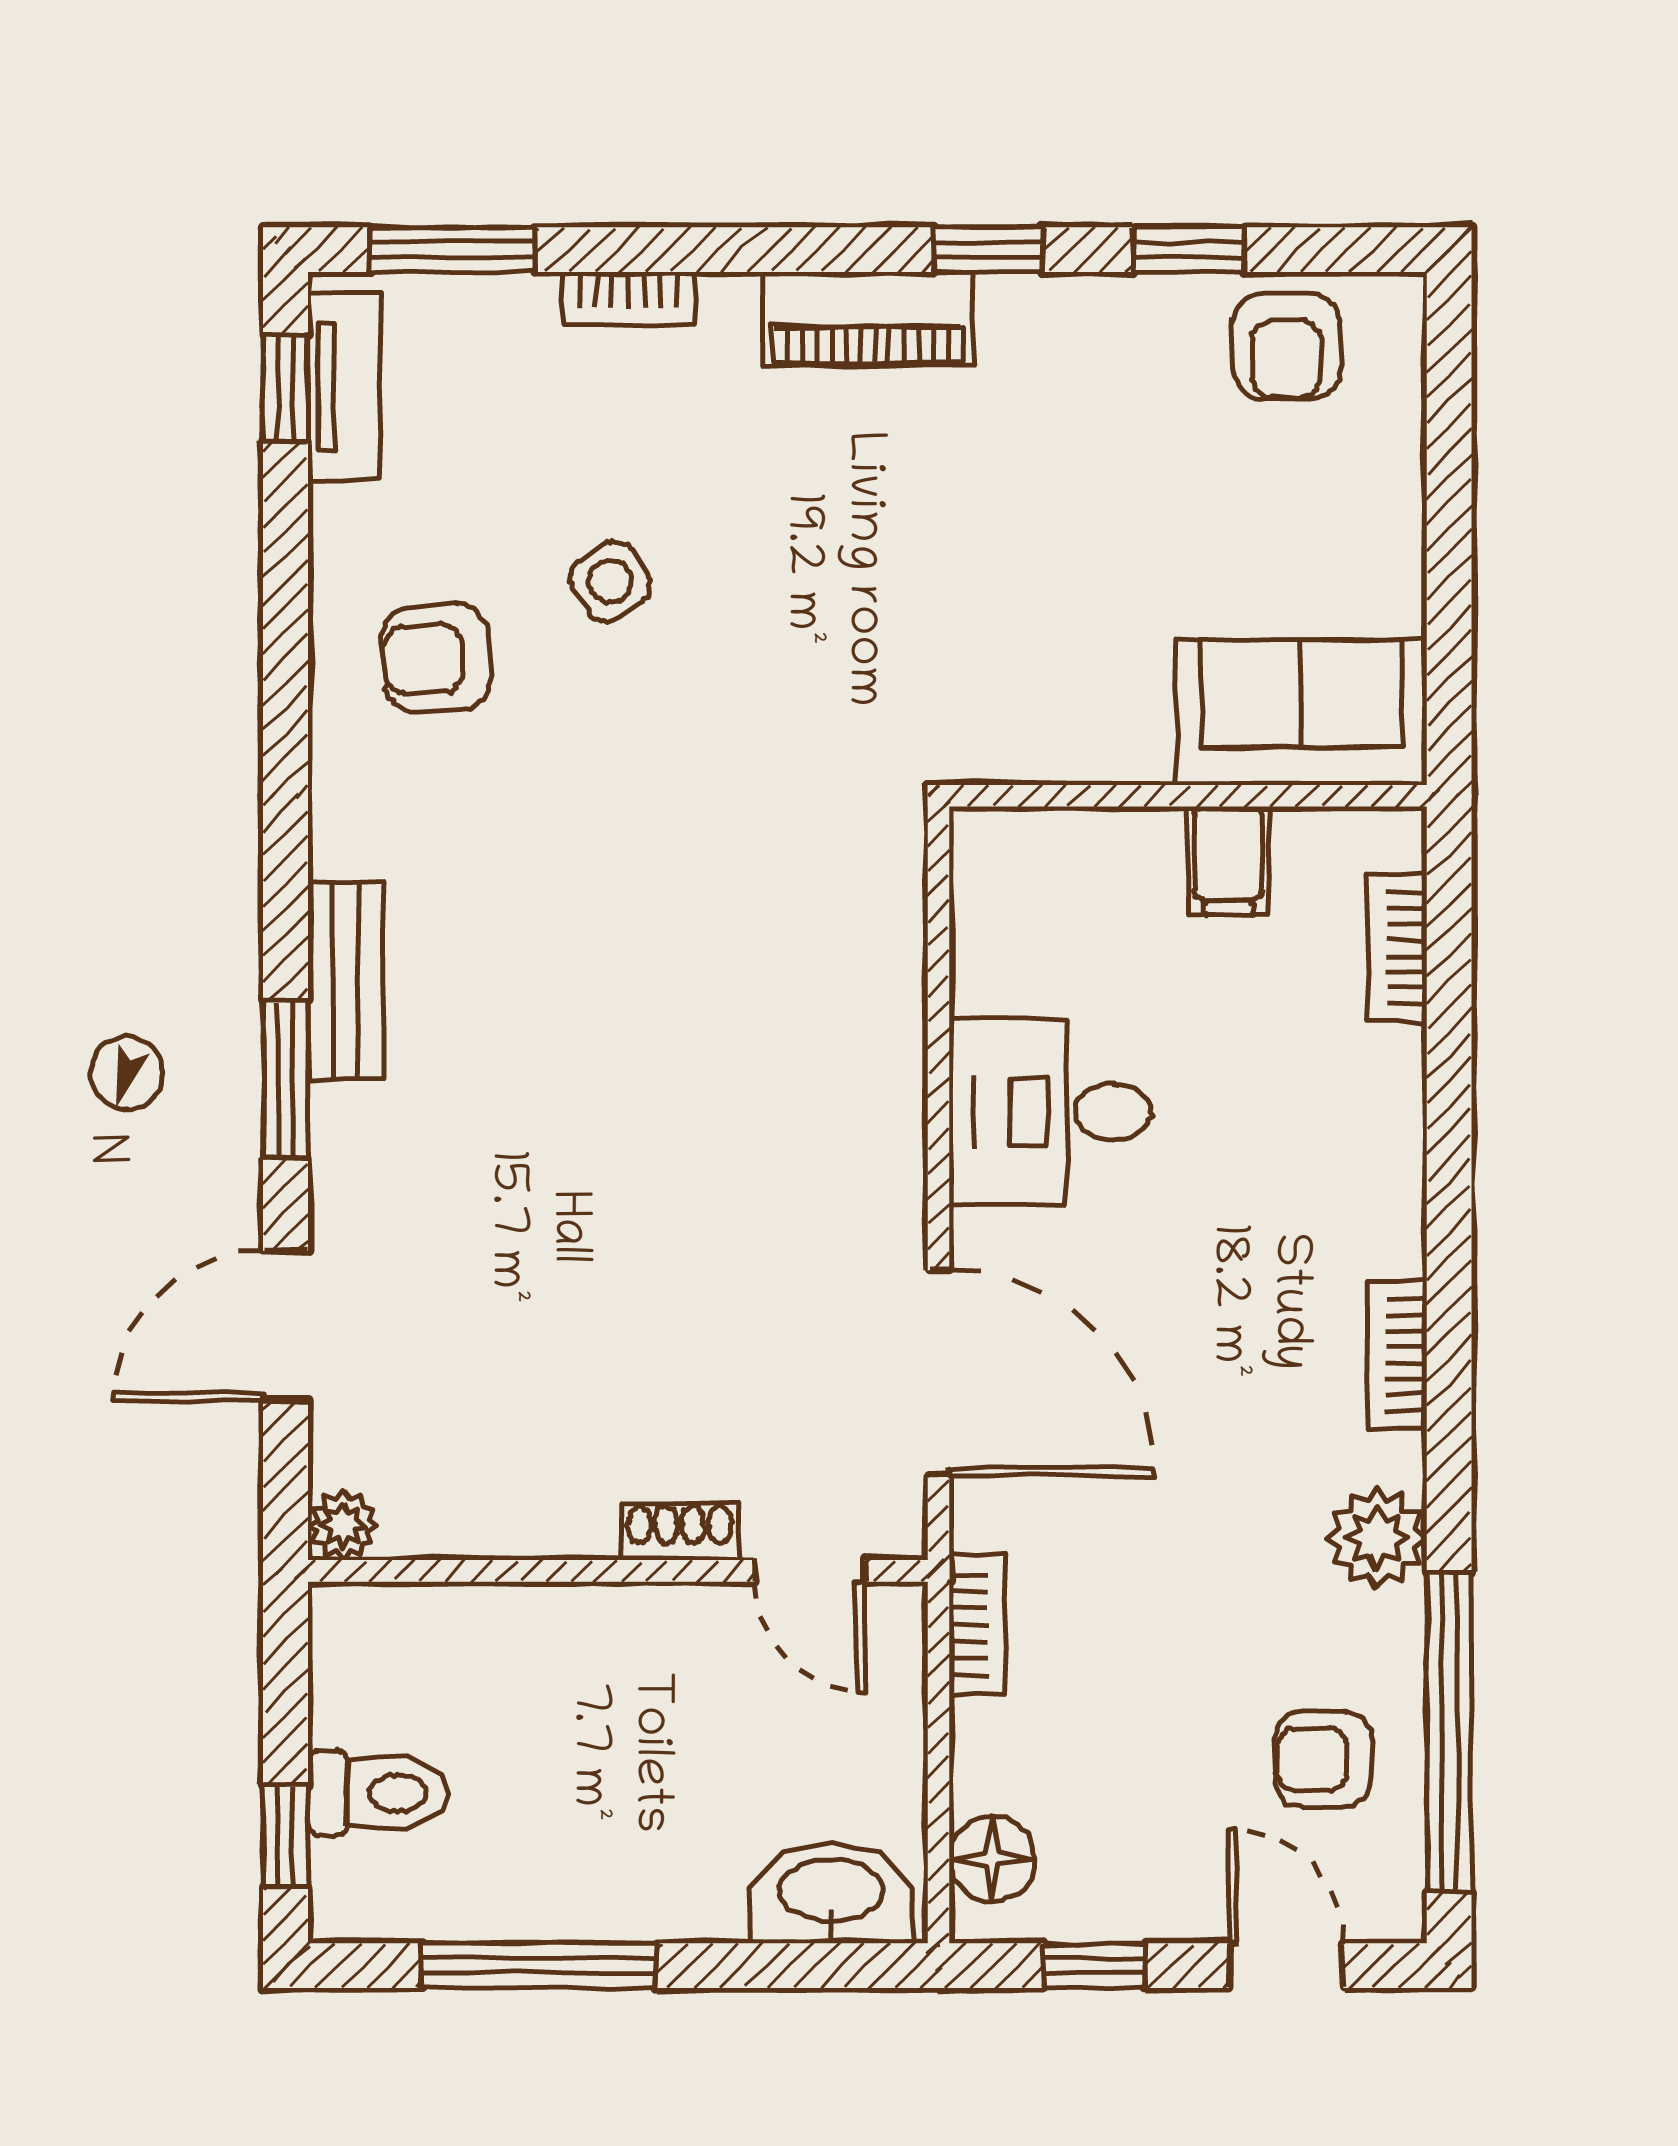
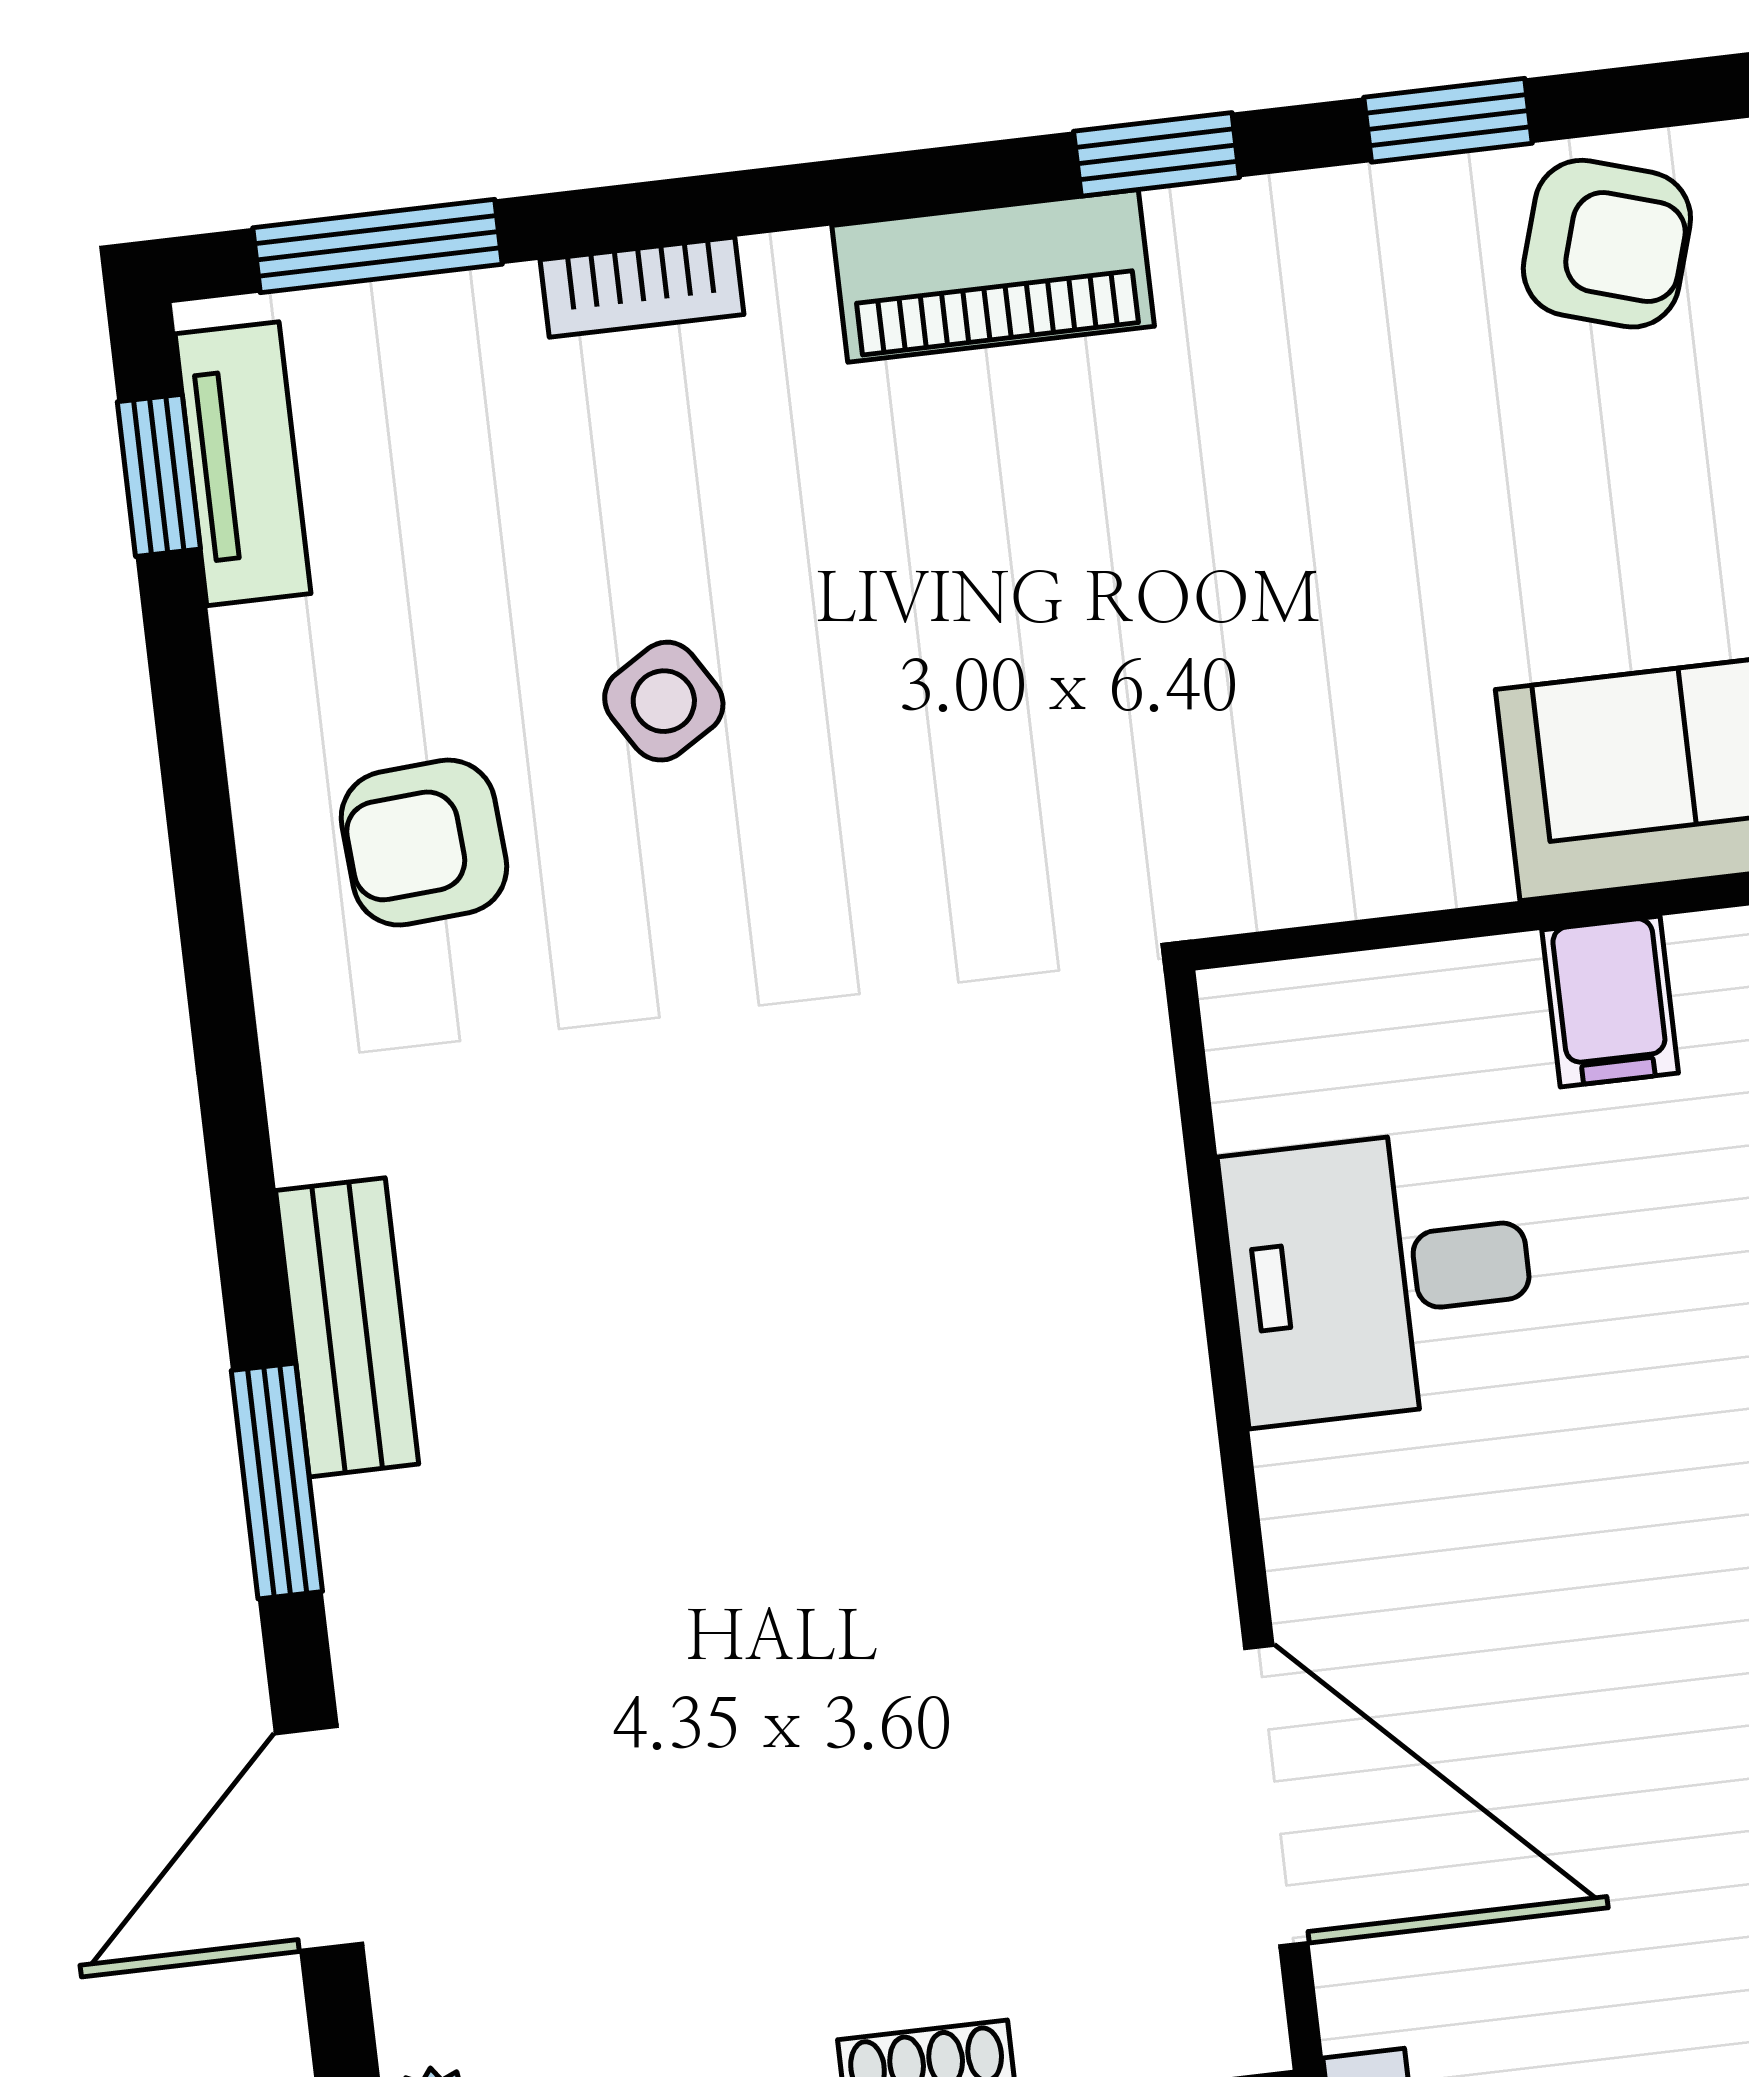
armchair: (1287, 346) -> (1607, 244), turned -73
desk: (1050, 1112) -> (1380, 1276), moved

